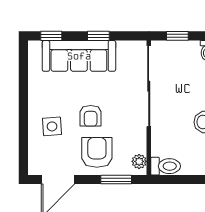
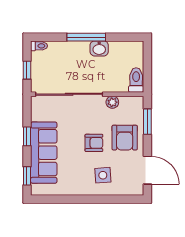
armchair: (97, 152) -> (125, 138), turned -90
plant: (139, 161) -> (112, 102), moved

